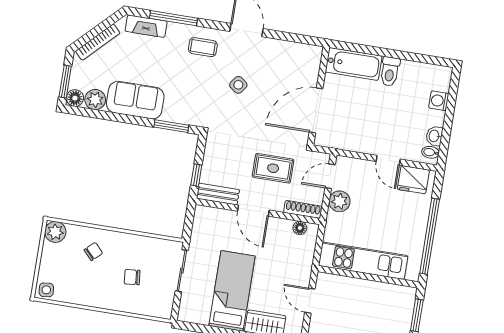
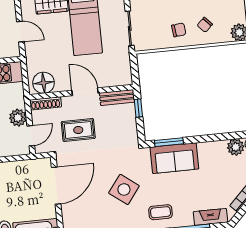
side table: (238, 85) -> (124, 189), width x1.87, depth x1.87
sofa: (135, 100) -> (174, 158), moved
floor lamp: (300, 228) -> (44, 83), width x1.89, depth x1.89
chair: (132, 277) -> (179, 30), moved

